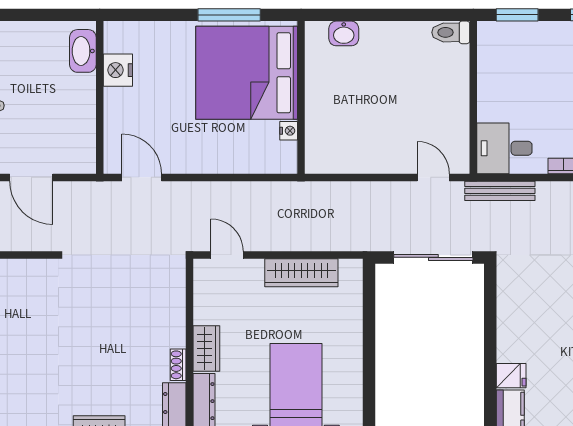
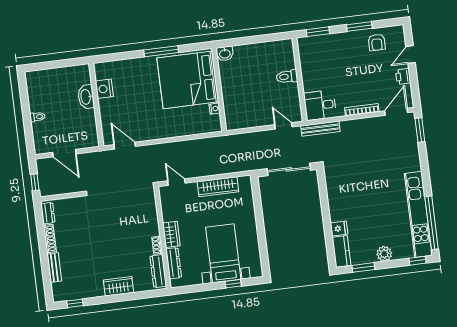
toilet: (451, 32) -> (287, 77), moved
washbasin: (83, 51) -> (86, 97), moved
bed: (247, 73) -> (188, 80), moved
wall: (301, 97) -> (219, 90), moved
nightstand: (289, 131) -> (215, 109), moved

